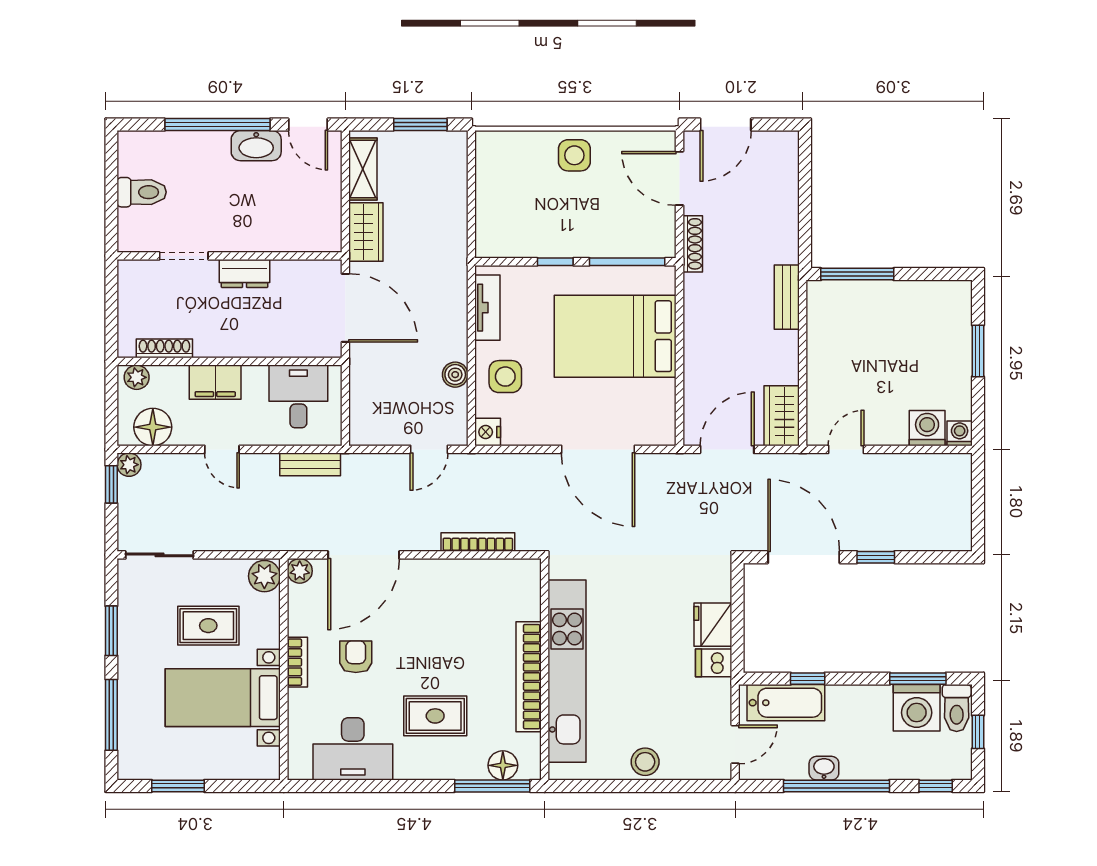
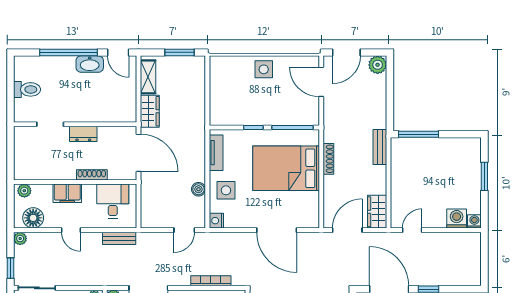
plant: (783, 147) -> (378, 65), added
shoe rack: (693, 244) -> (328, 159), moved
shoe rack: (164, 348) -> (92, 175), moved
window: (111, 484) -> (10, 268), moved

